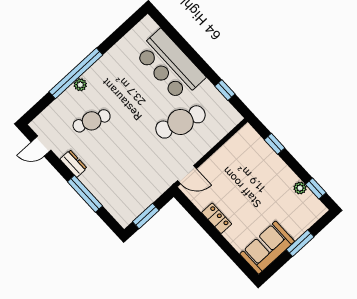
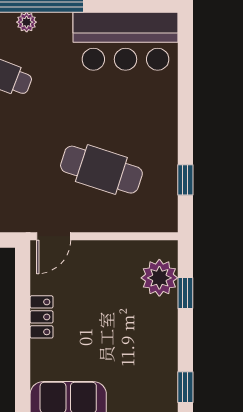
bar counter: (170, 65) -> (126, 41), moved, turned -90
door: (187, 175) -> (54, 236), hinge flipped
plant: (300, 188) -> (159, 278), moved, width x1.87, depth x1.87

